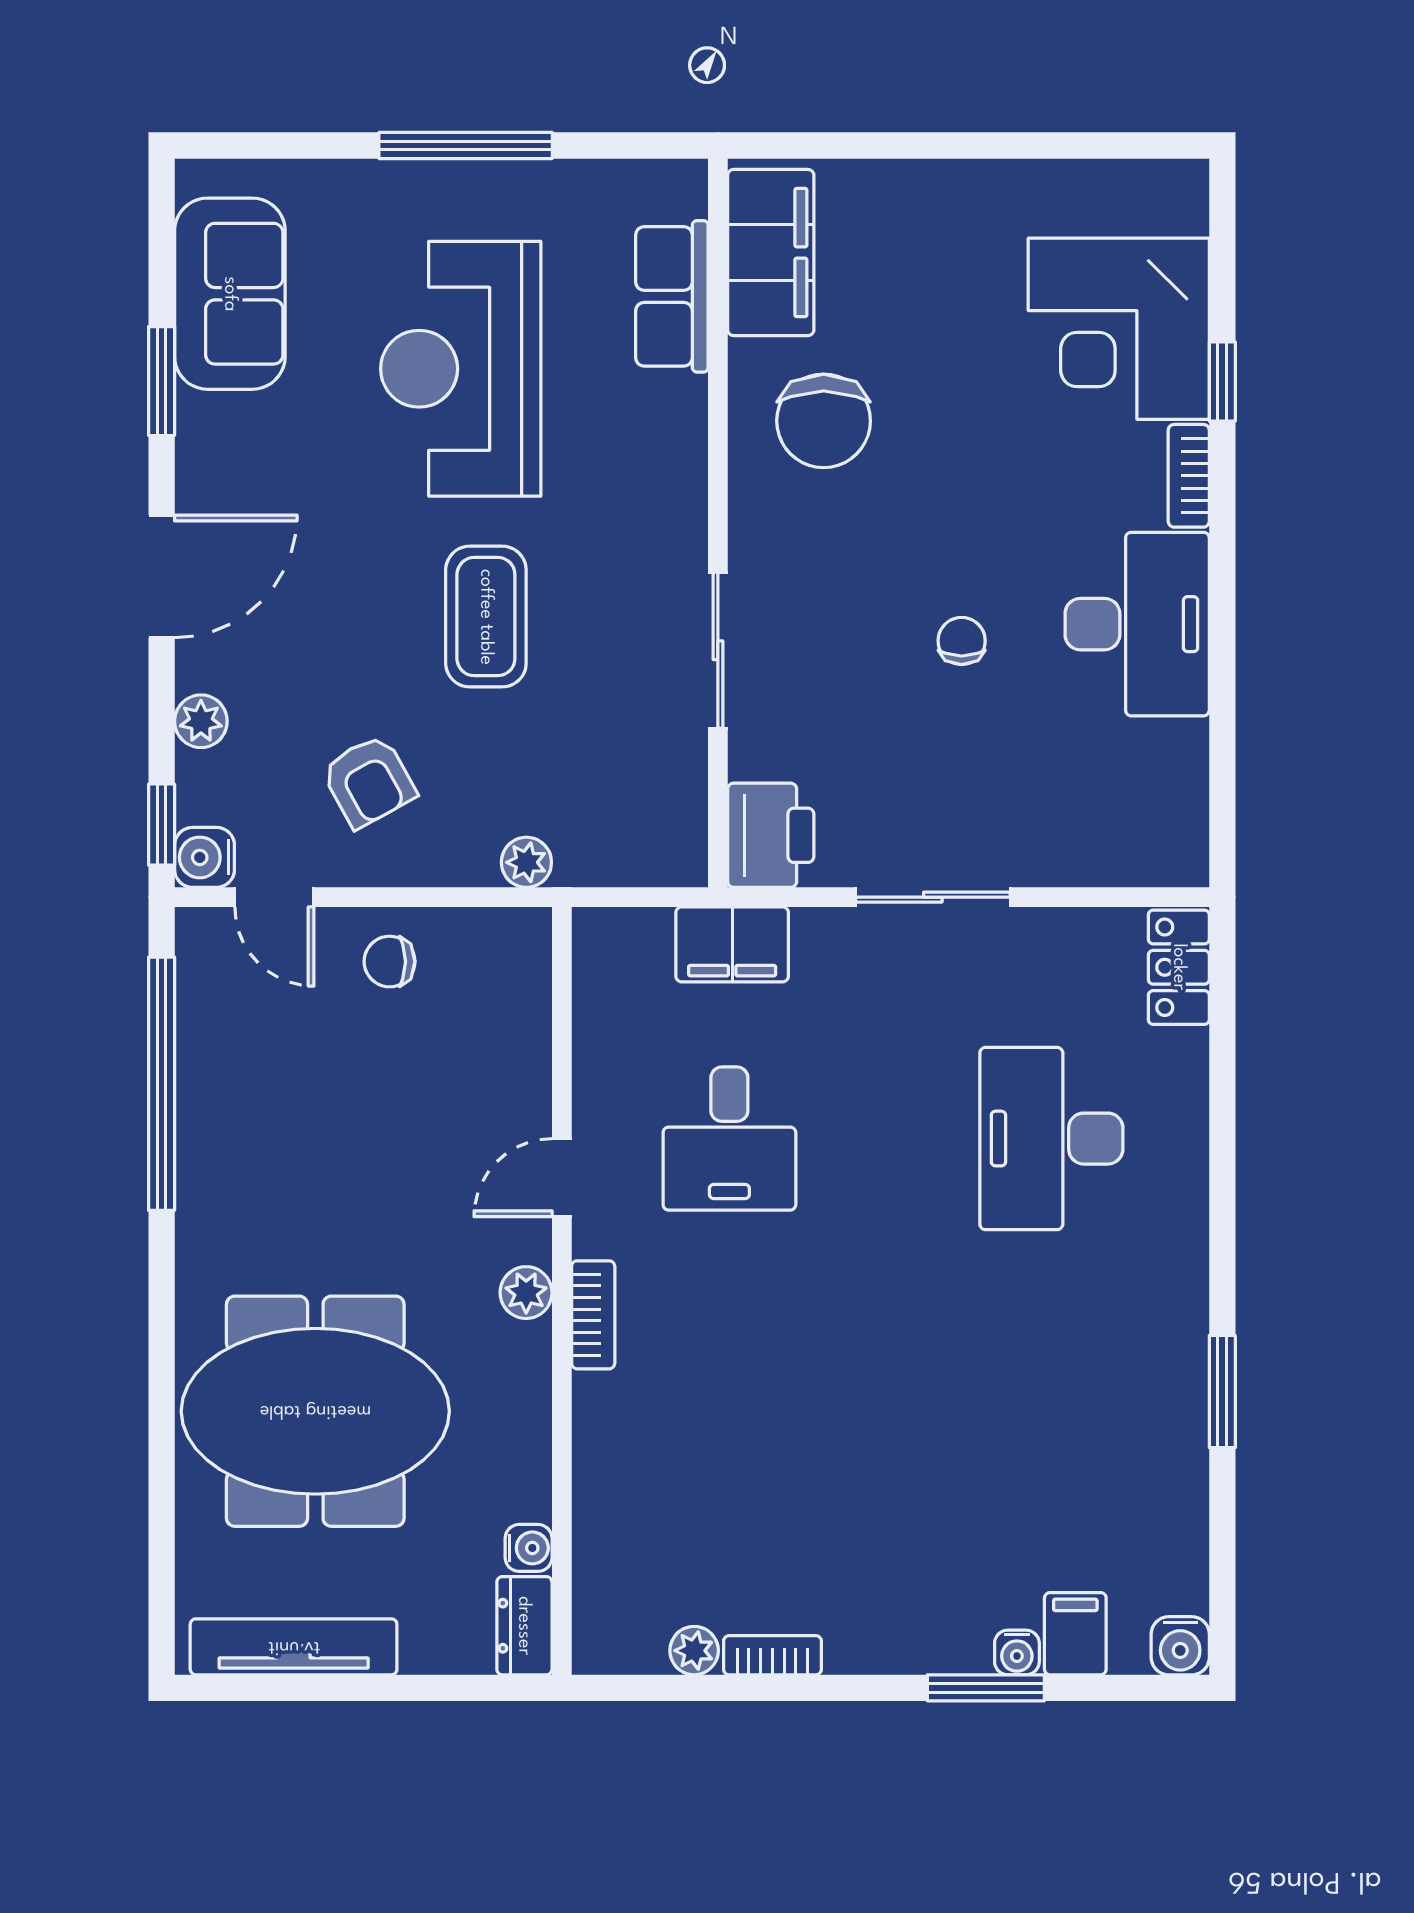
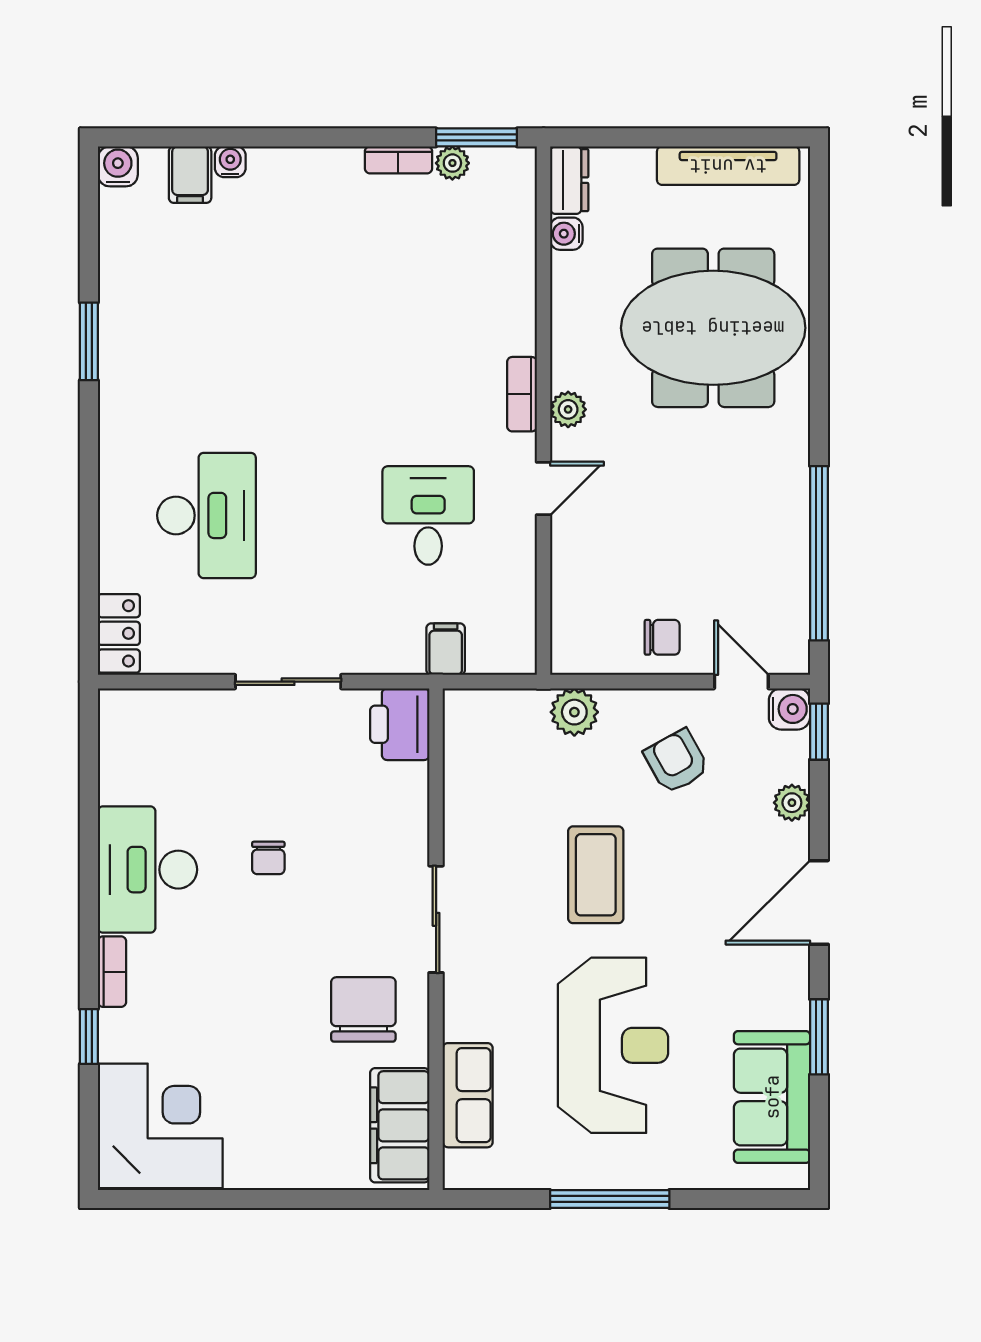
corner desk: (1119, 329) -> (160, 1126), moved
sliding door: (718, 650) -> (436, 919), moved
plant: (526, 862) -> (574, 712), width x1.38, depth x1.38
filing cabinet: (732, 944) -> (446, 649), width x0.50
window: (986, 1688) -> (477, 137), moved

